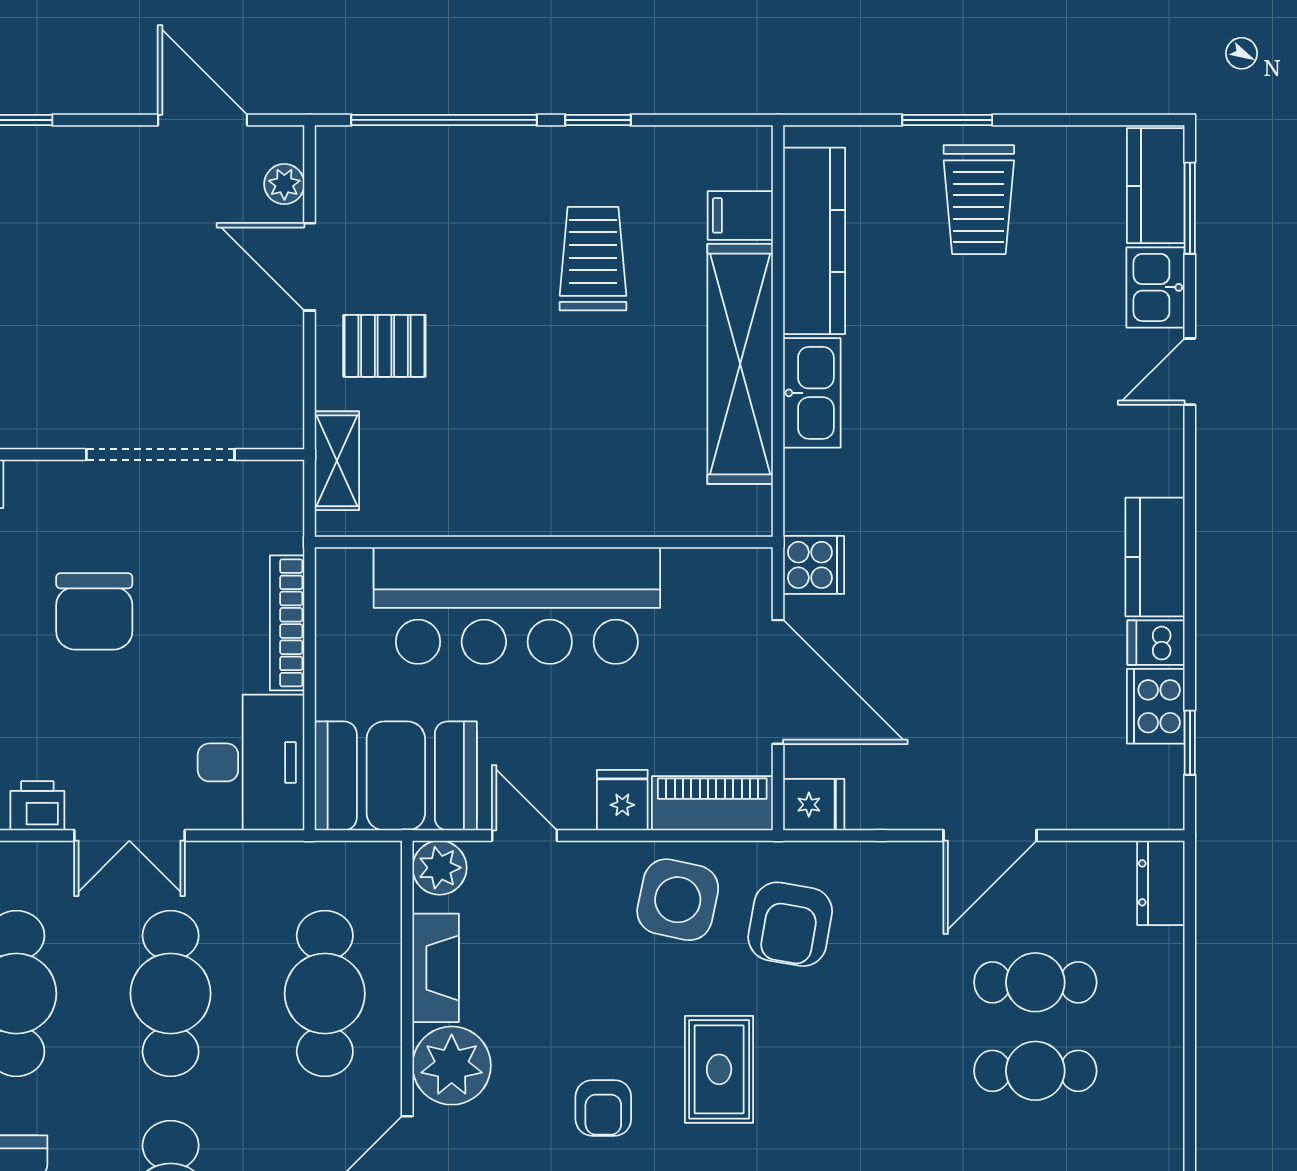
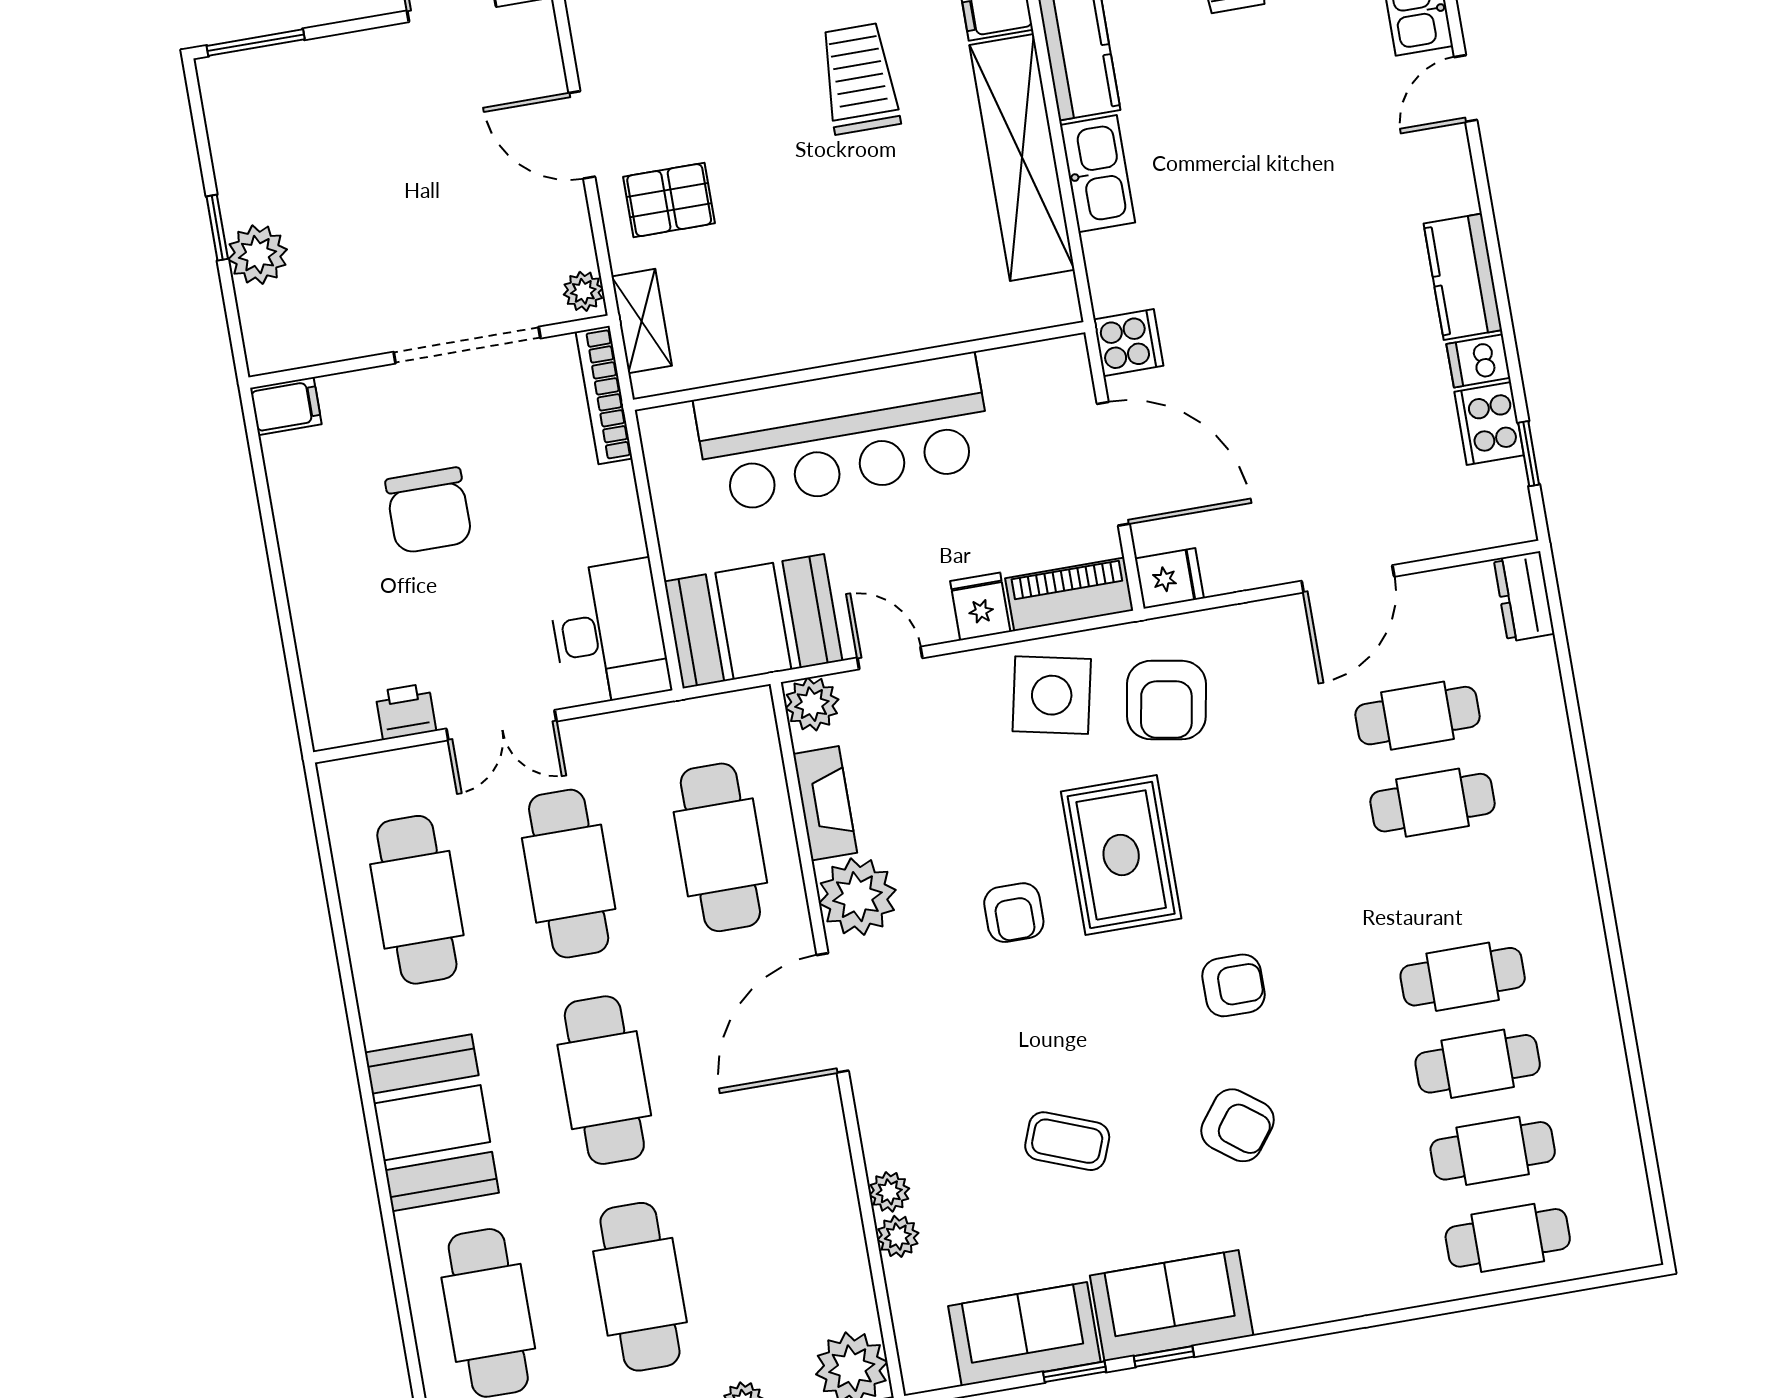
plant: (284, 184) -> (583, 291), moved
bookcase: (287, 623) -> (604, 395), moved
rug: (719, 1069) -> (1121, 855), width x1.36, depth x1.43

